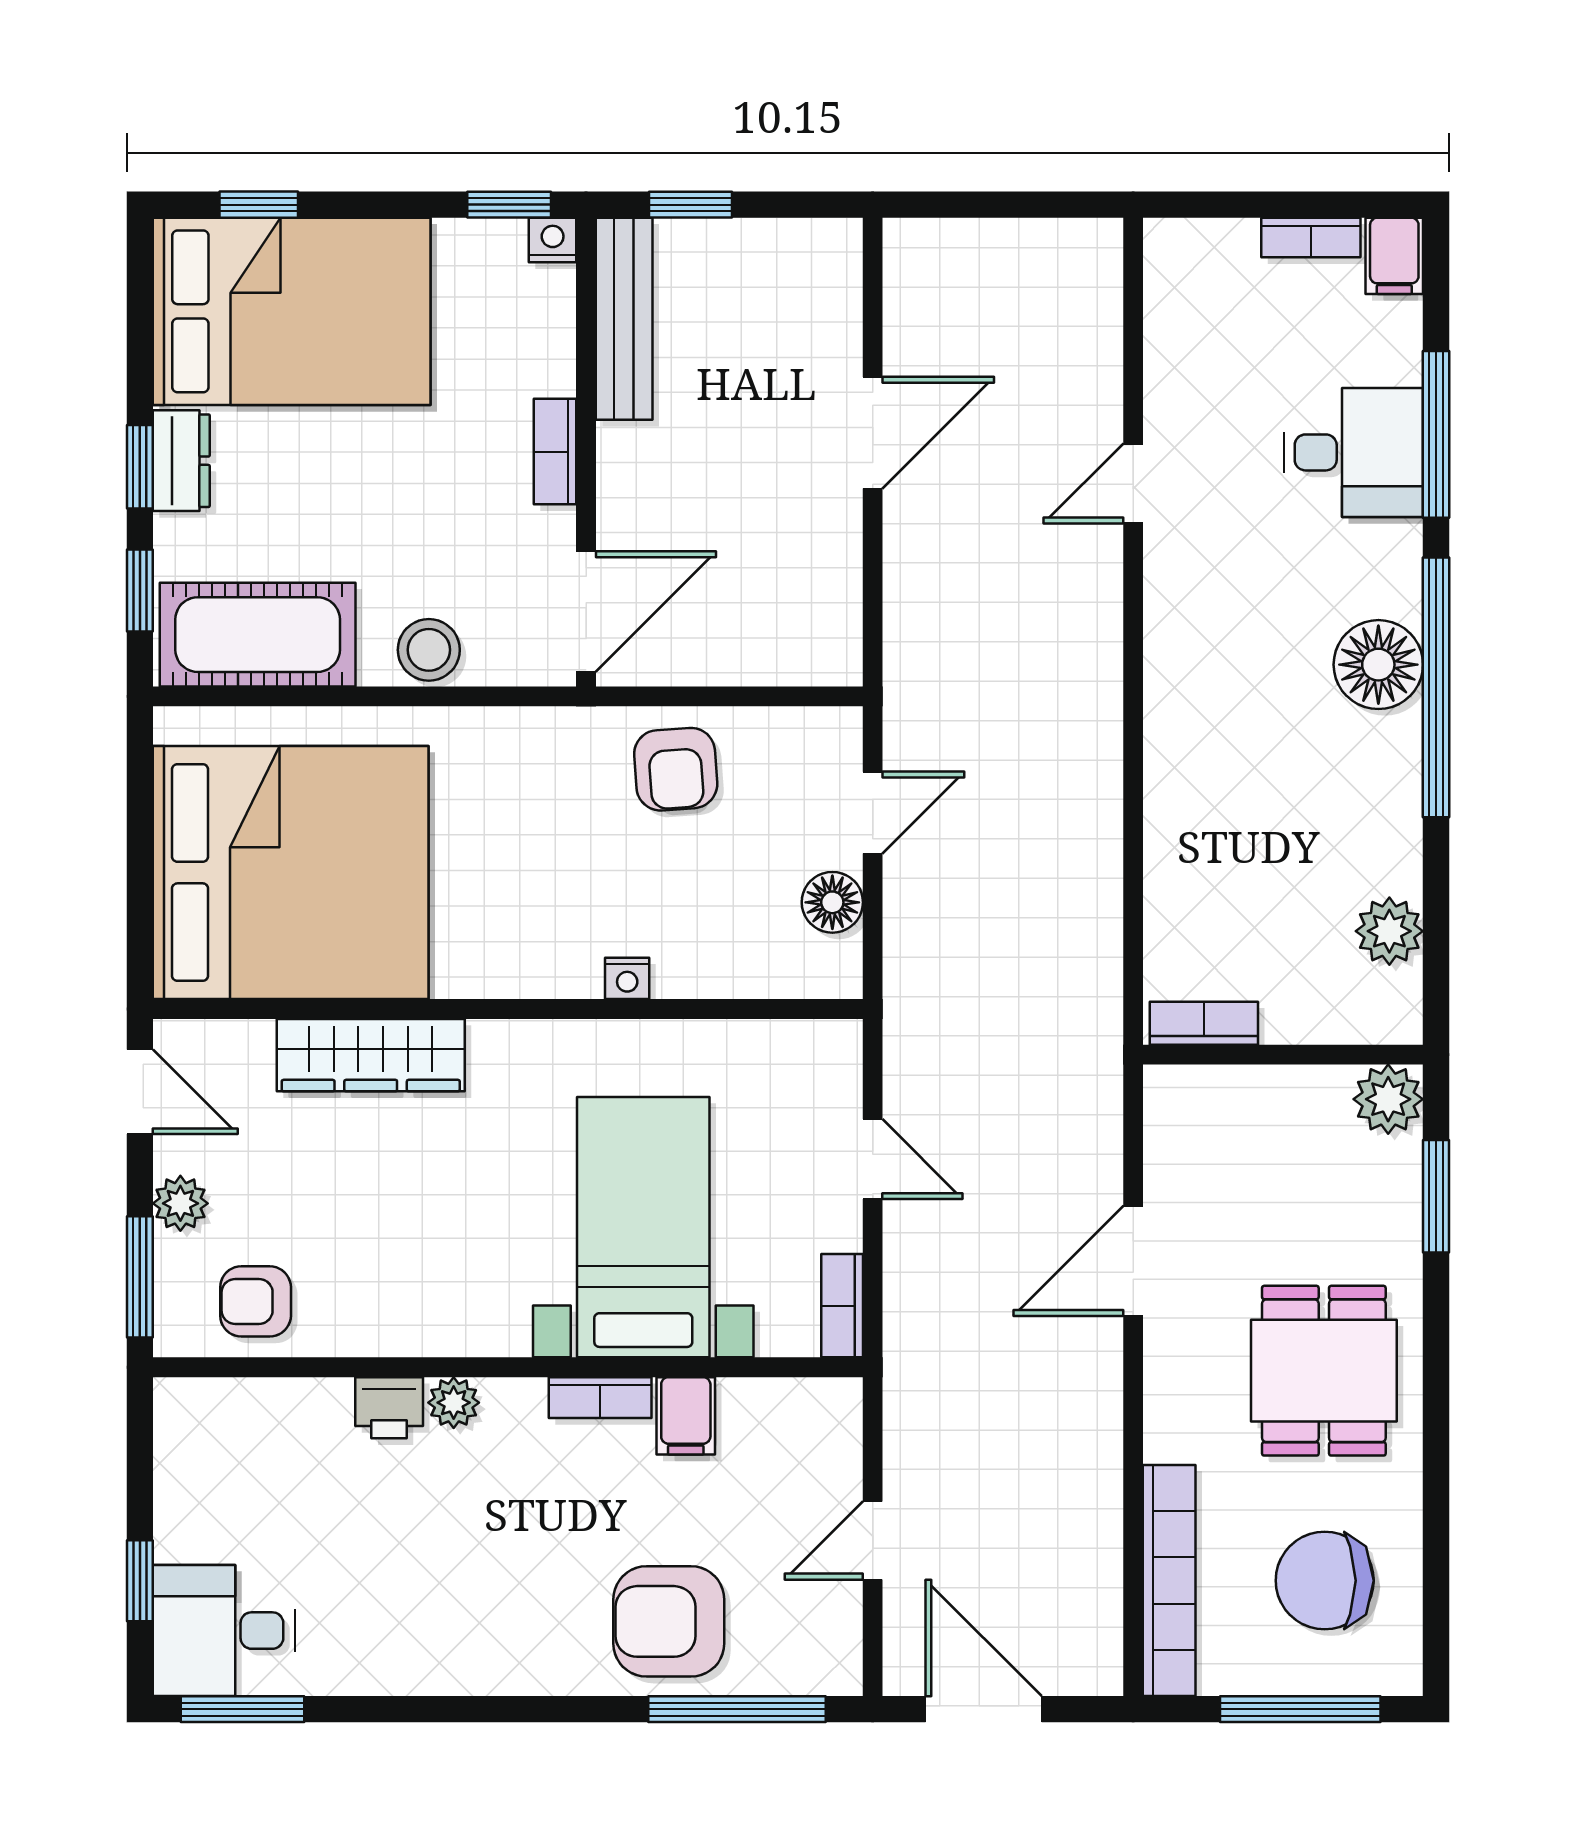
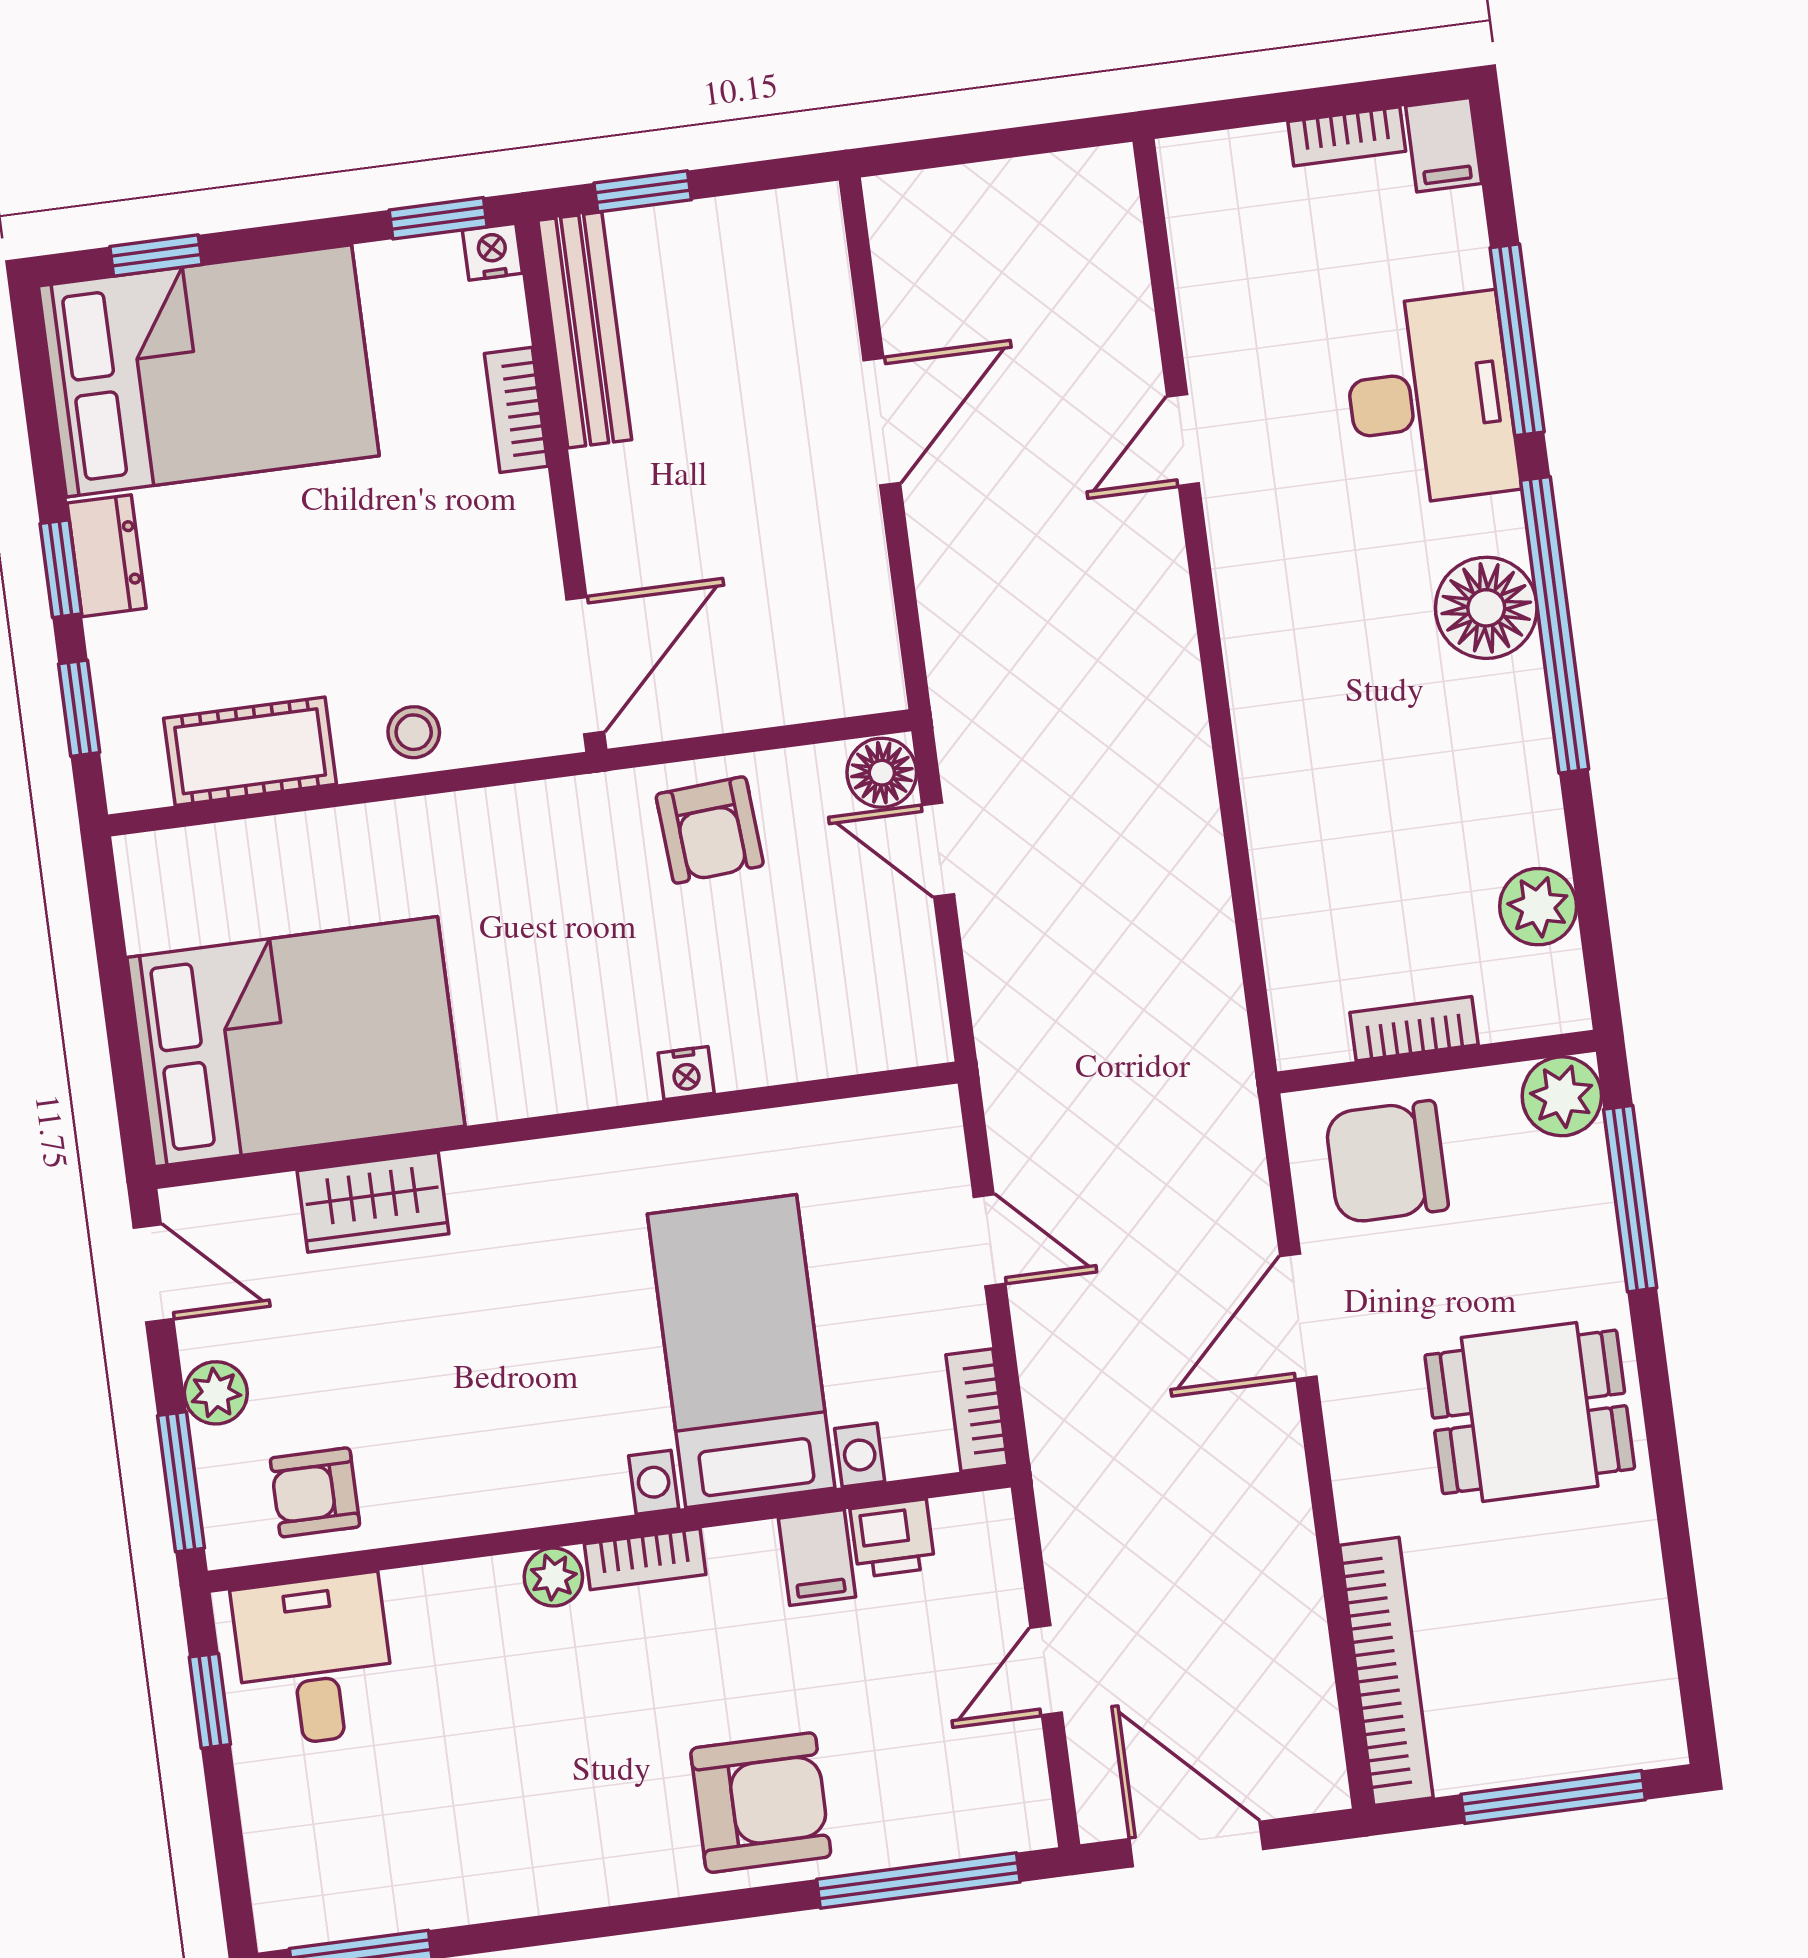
bookcase: (555, 452) -> (516, 410), moved
desk: (1353, 452) -> (1430, 400), width x1.37
cot: (258, 635) -> (250, 751), width x0.73, depth x0.75
stool: (429, 650) -> (414, 732), width x0.73, depth x0.73
door: (873, 813) -> (938, 850), swing flipped
bed: (291, 873) -> (296, 1042), width x0.73
floor lamp: (832, 902) -> (882, 773), moved
bookcase: (1204, 1023) -> (1414, 1029), moved
wardrobe: (371, 1055) -> (373, 1202), width x0.67
window: (1436, 1196) -> (1630, 1199), width x1.44
dining table: (1324, 1371) -> (1530, 1412), turned 90
bookcase: (600, 1398) -> (645, 1559), moved
printer: (389, 1408) -> (893, 1538), moved
window: (140, 1581) -> (210, 1701), moved
chair: (1325, 1581) -> (1387, 1162), moved
armchair: (669, 1621) -> (761, 1803), moved, turned 180
desk: (224, 1631) -> (314, 1660), moved, turned 90

